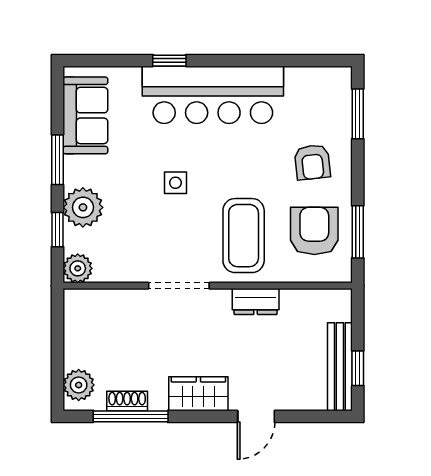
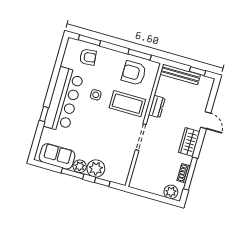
armchair: (312, 162) -> (88, 57), moved
side table: (175, 183) -> (96, 95), moved
plant: (78, 268) -> (80, 166), moved
bench: (340, 367) -> (180, 74), moved

